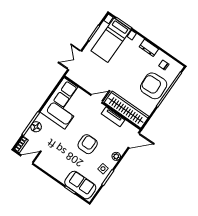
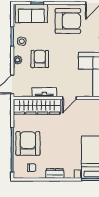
armchair: (154, 86) -> (28, 143), turned -87
armchair: (88, 144) -> (40, 59), moved, turned 180
armchair: (56, 159) -> (68, 21), added

